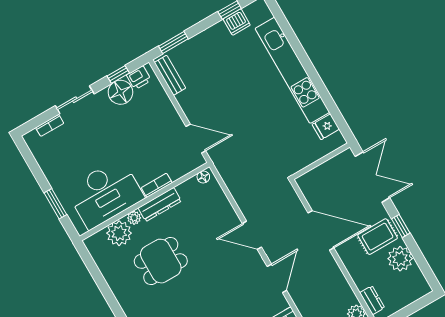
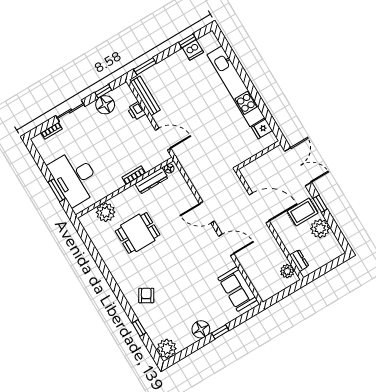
bench: (170, 75) -> (145, 96), width x1.36
printer: (139, 78) -> (137, 111), moved, turned 90
desk: (105, 194) -> (75, 178), moved, turned 90
dresser: (160, 204) -> (151, 181), moved
plant: (134, 218) -> (117, 200), removed
door: (277, 278) -> (226, 245), hinge flipped

